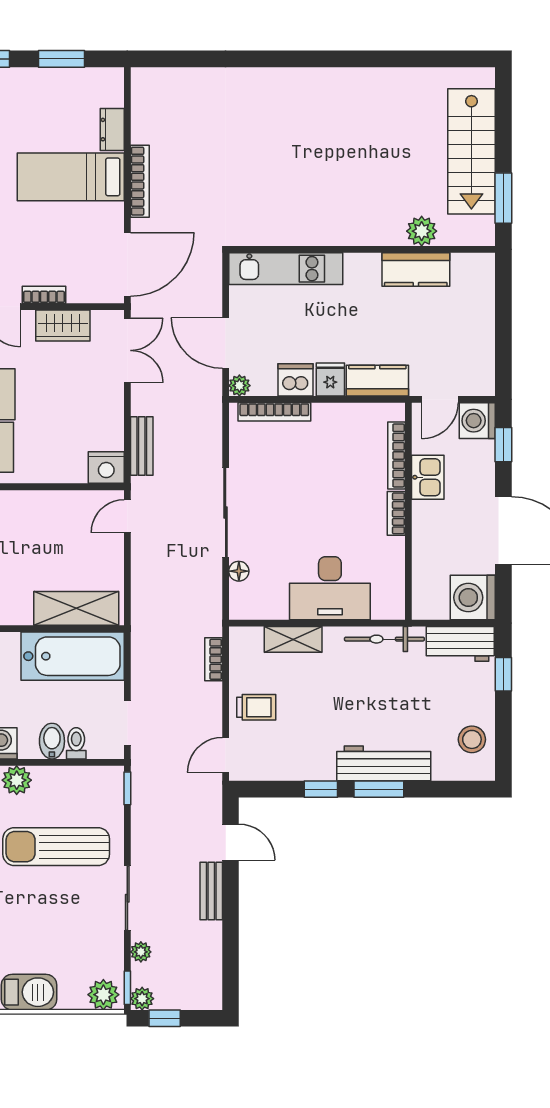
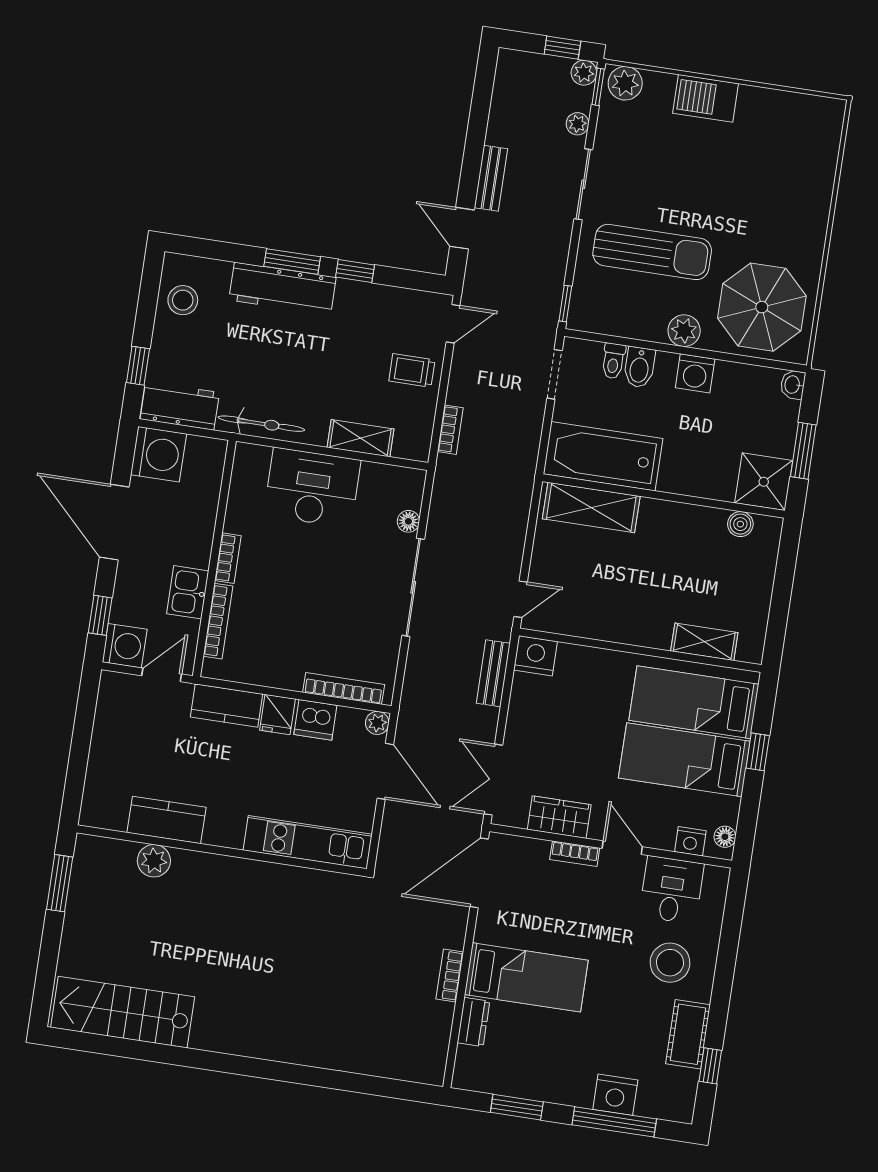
stairs: (471, 151) -> (123, 1012), moved, turned -90
bookcase: (140, 181) -> (450, 975), width x0.64

